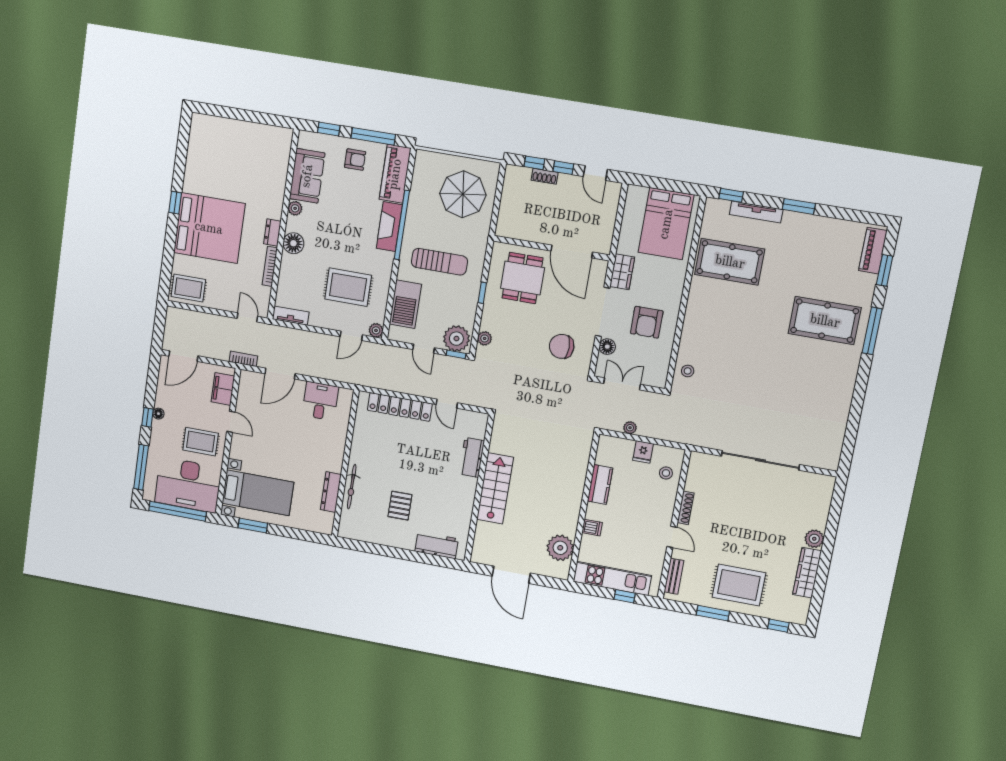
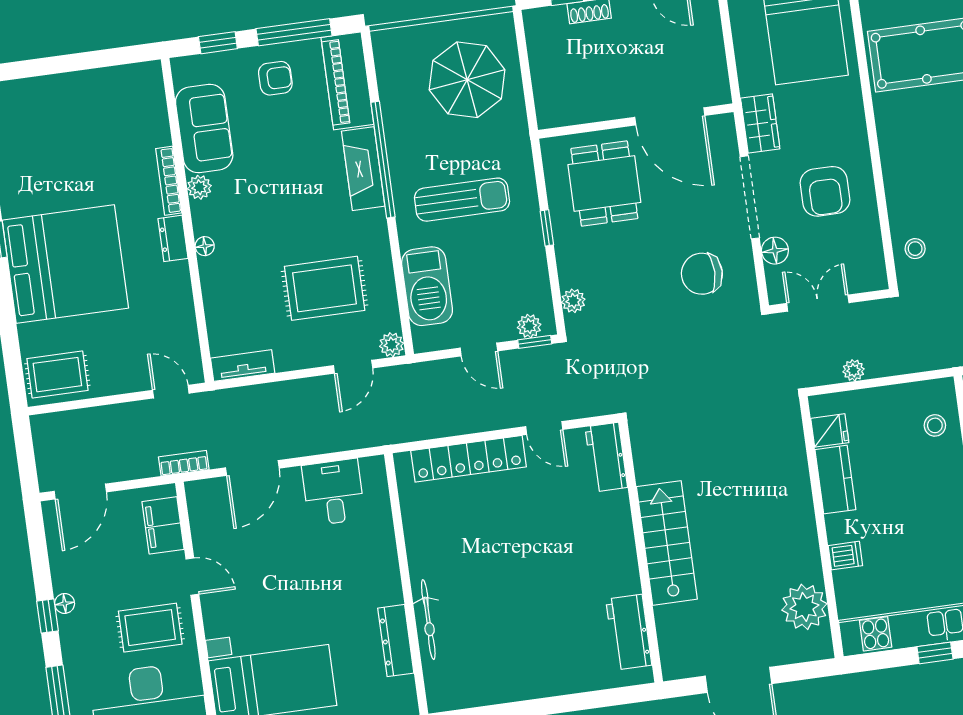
floor lamp: (293, 243) -> (205, 246), width x0.53, depth x0.53
bookcase: (270, 266) -> (169, 181), moved
plant: (456, 339) -> (529, 326), width x0.53, depth x0.53
fridge: (643, 452) -> (830, 430), moved, turned -90
workbench: (472, 457) -> (606, 457), moved
pallet: (400, 506) -> (518, 625), removed
workbench: (437, 545) -> (629, 632), moved, turned -90

